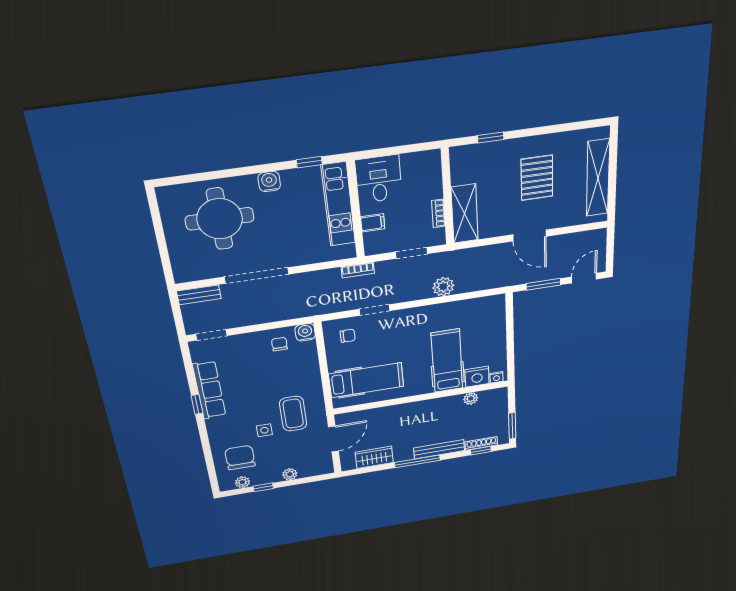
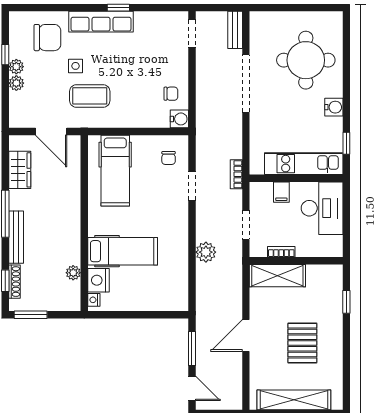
pallet: (537, 178) -> (302, 343), turned 90
desk: (379, 179) -> (322, 208), width x1.37
row of seats: (209, 390) -> (101, 22), moved
plant: (242, 482) -> (16, 67), moved

